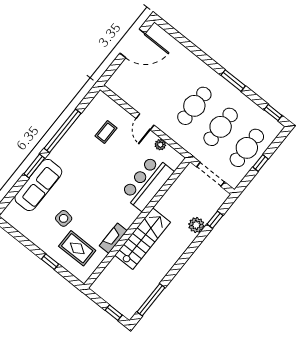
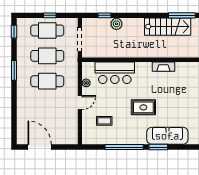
side table: (64, 218) -> (175, 105), removed
stairs: (143, 239) -> (168, 27), moved, turned 180
rug: (77, 248) -> (143, 107), moved, turned 90

